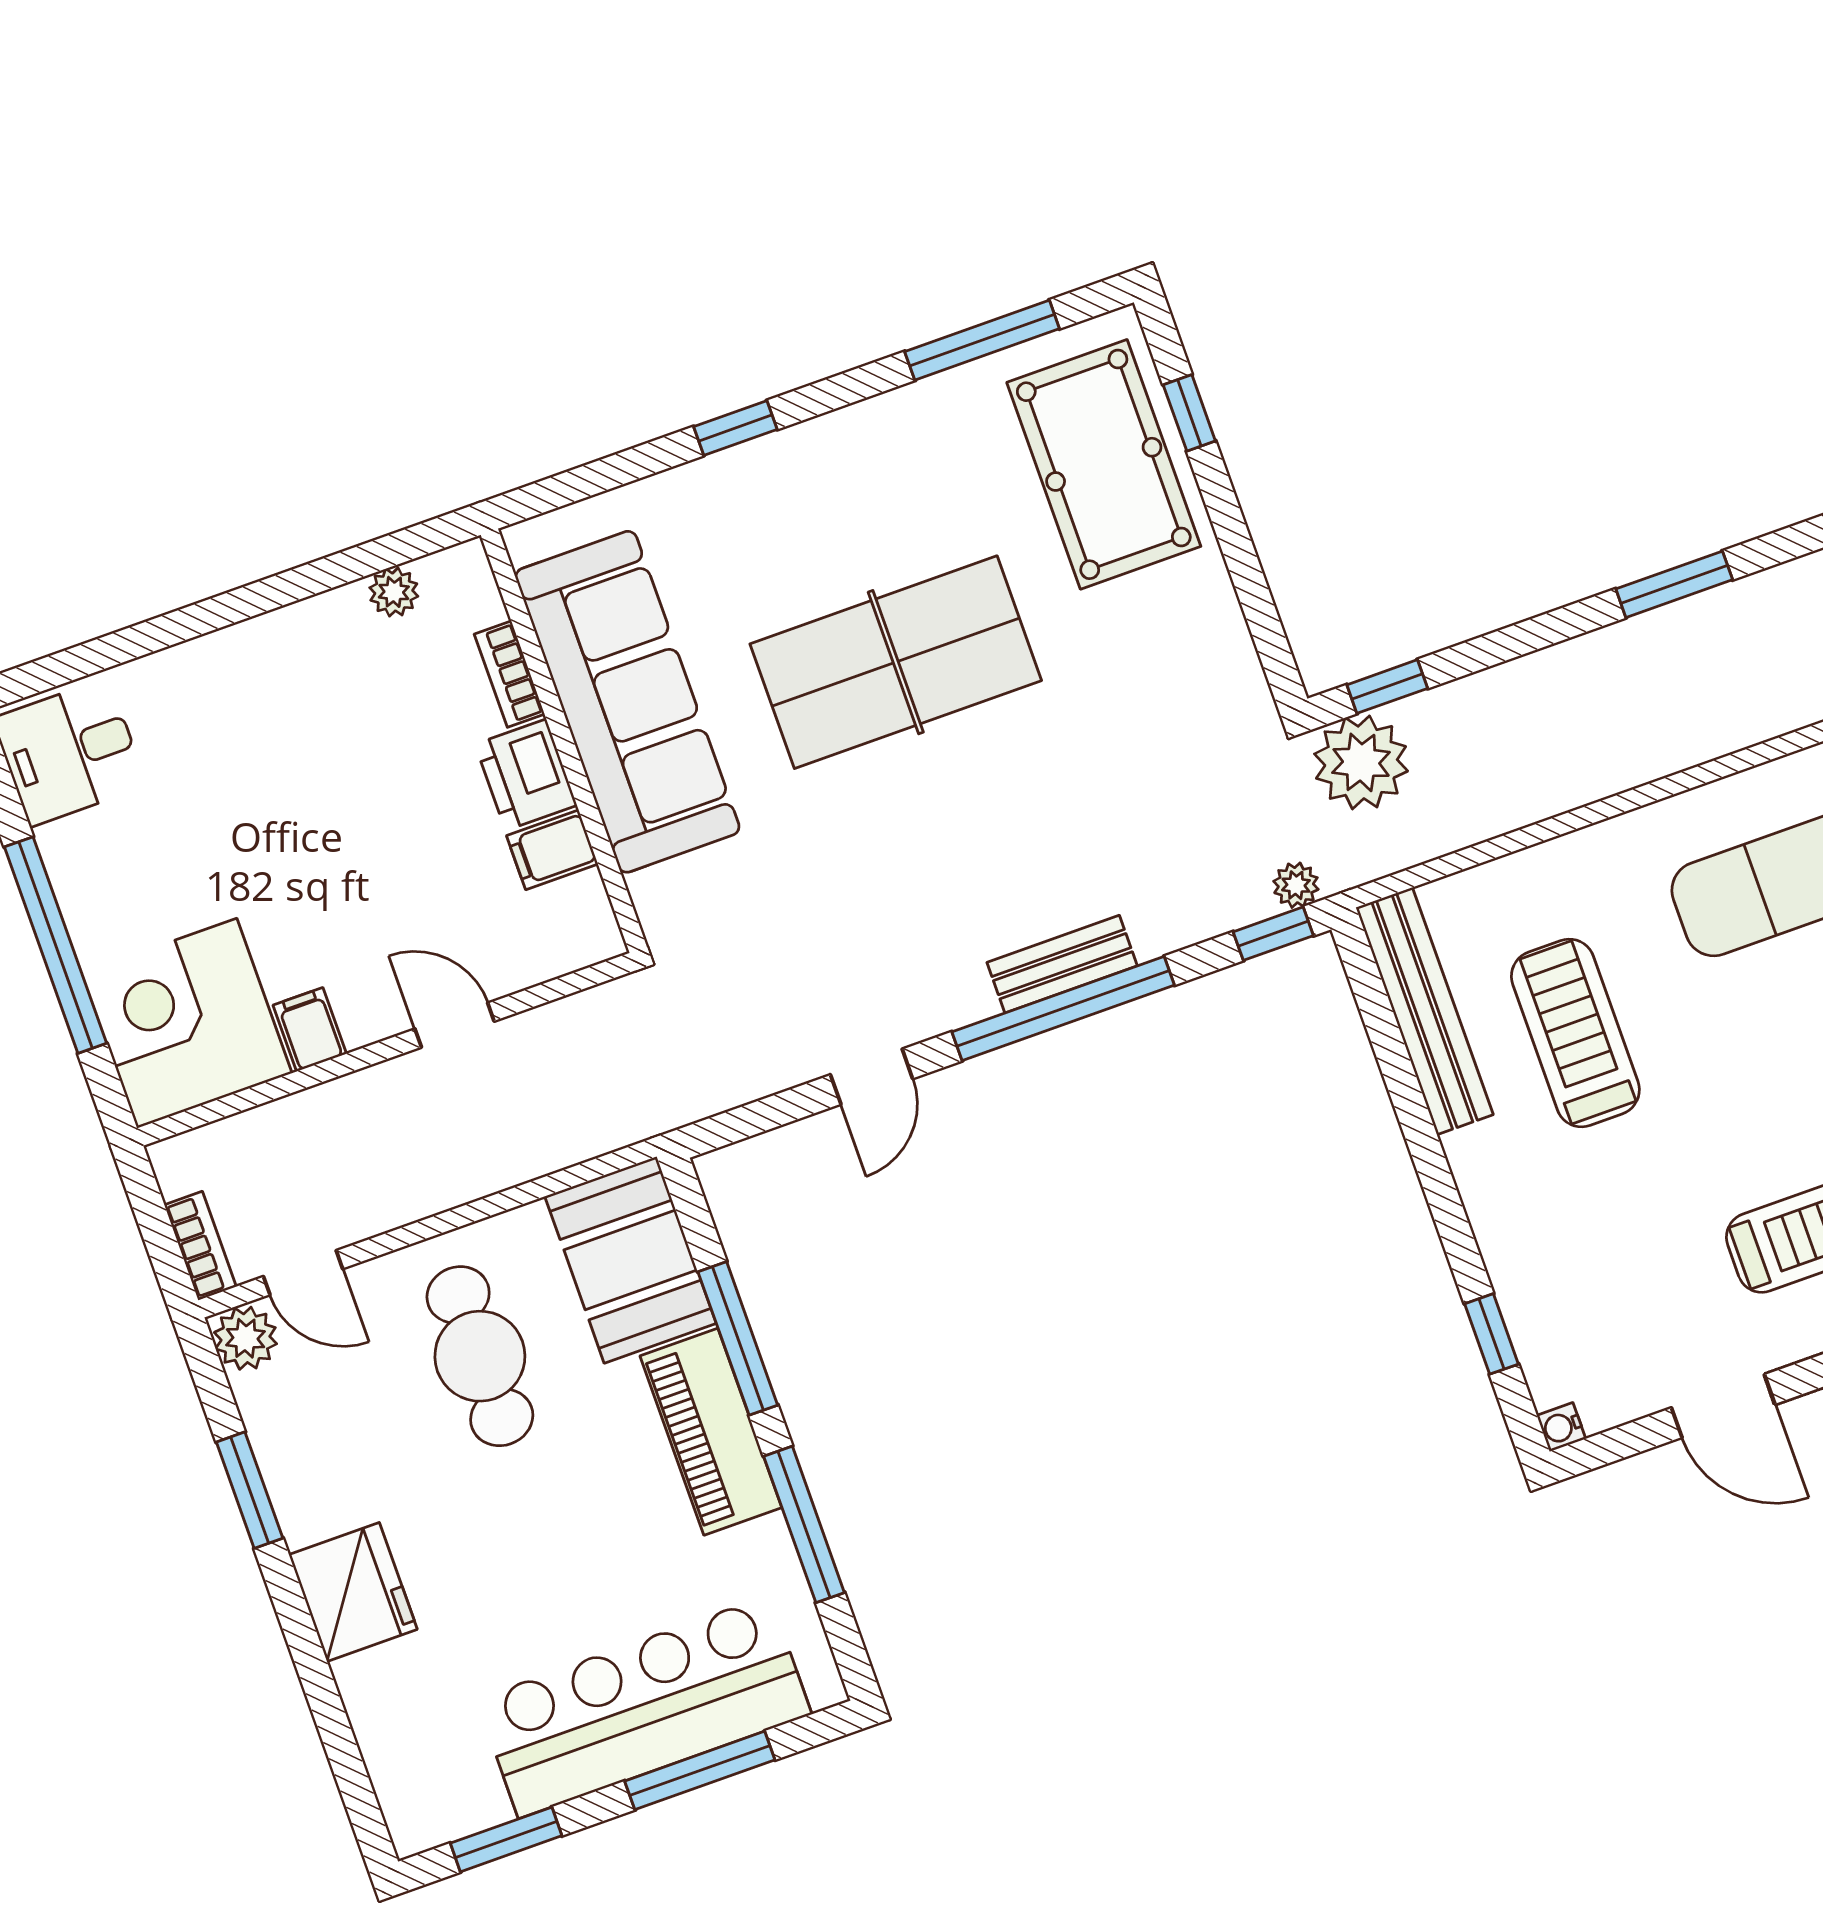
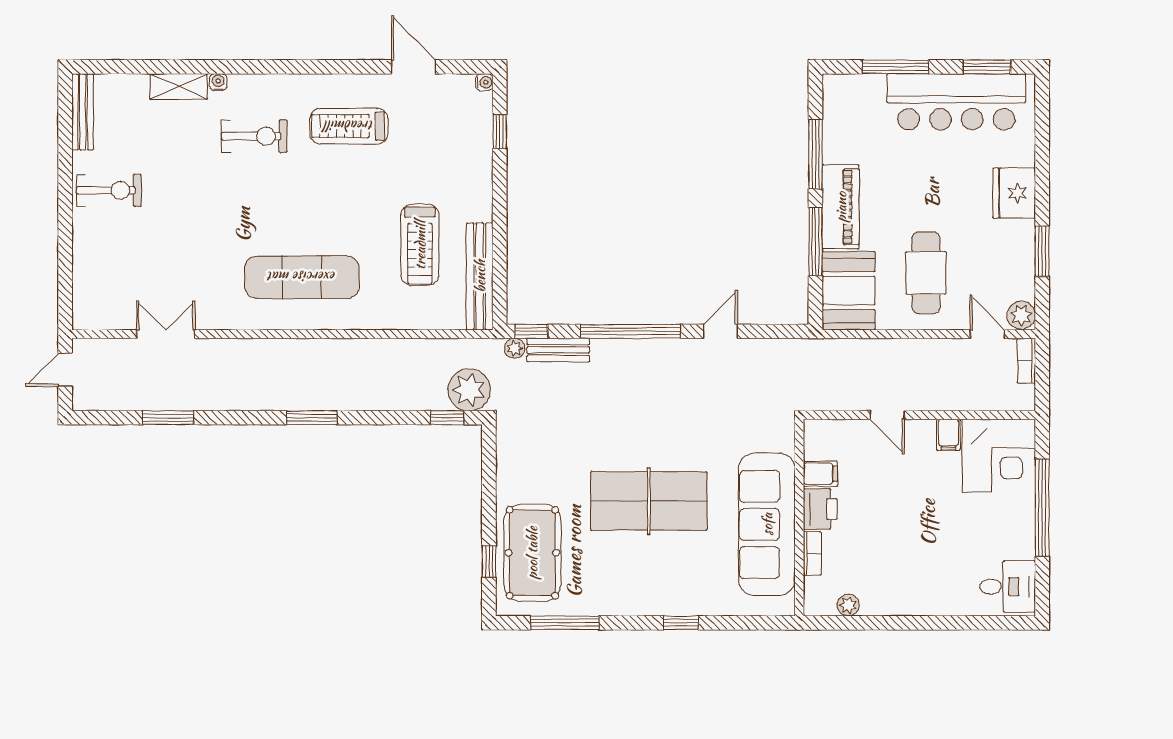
bench: (1062, 964) -> (558, 350), moved
bar counter: (644, 1707) -> (956, 102), moved

